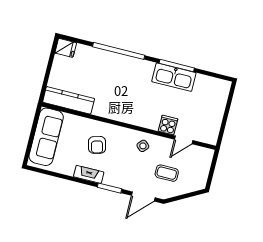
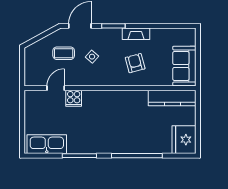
fridge: (66, 48) -> (184, 140), width x1.88, depth x1.34
kitchen sink: (174, 77) -> (47, 144), moved
sofa: (46, 137) -> (184, 66), width x0.73
side table: (143, 146) -> (92, 57), moved

